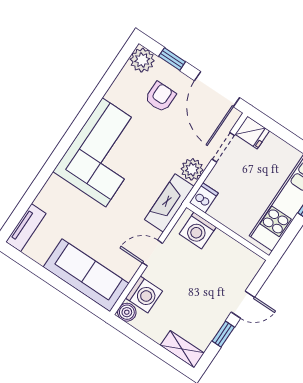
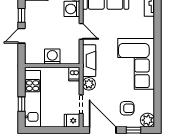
armchair: (160, 97) -> (127, 108), turned -90
washing machine: (198, 231) -> (52, 57), moved
door: (152, 253) -> (81, 31), hinge flipped

